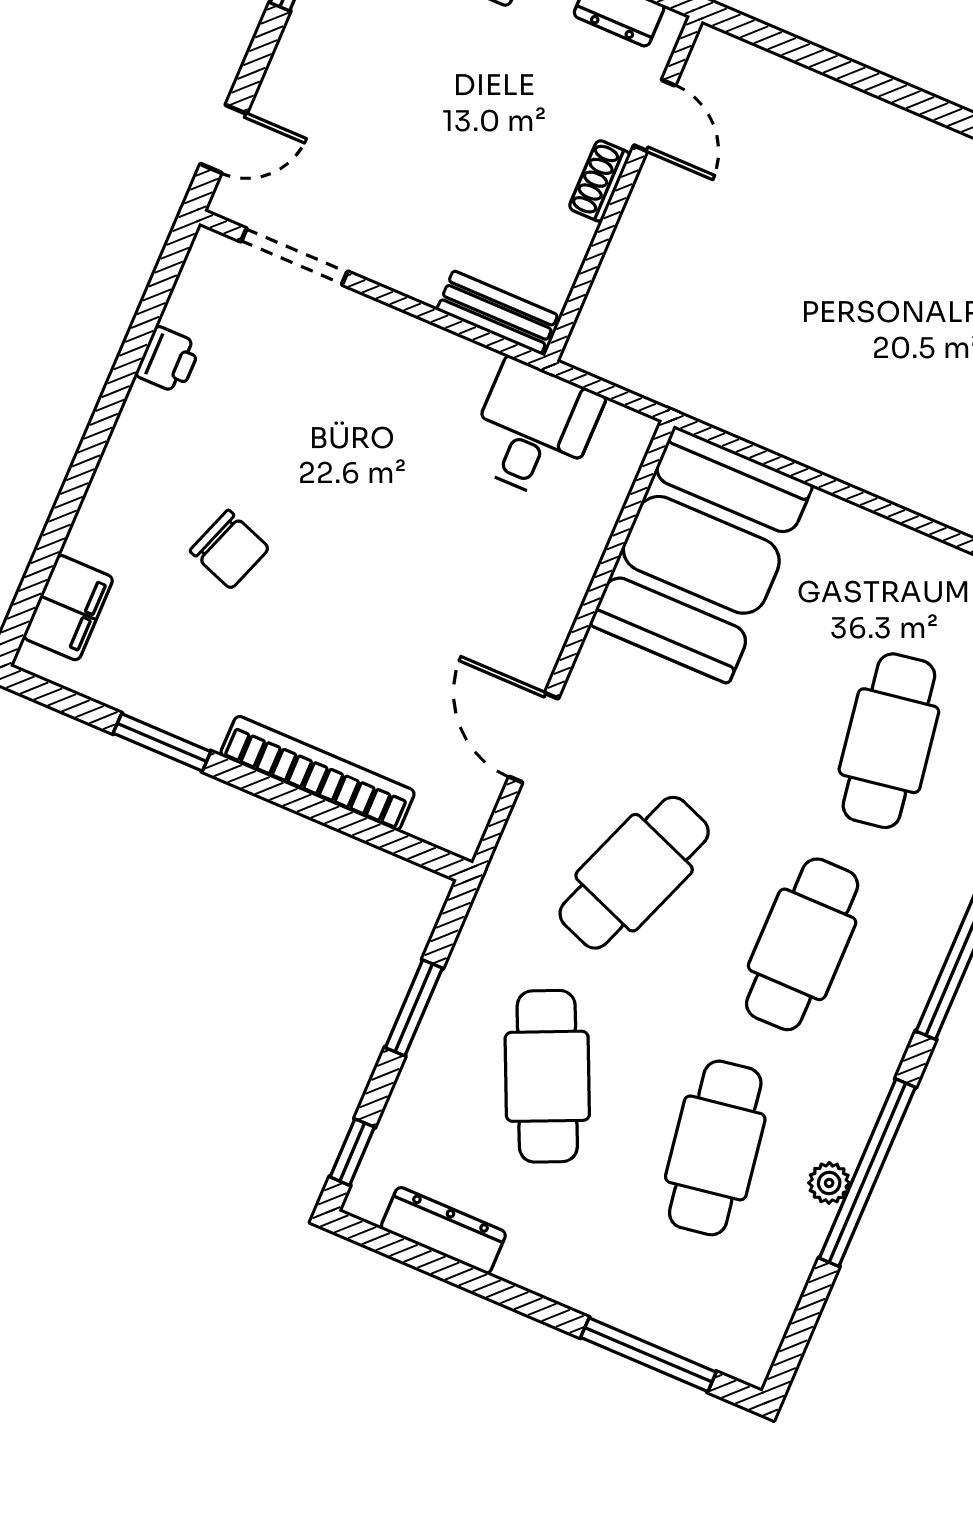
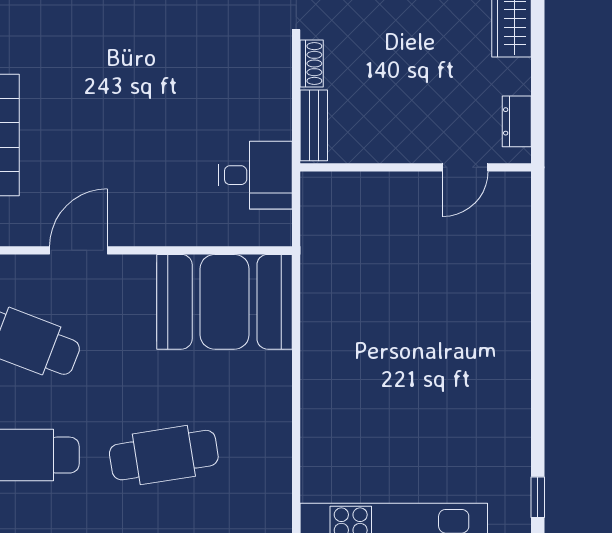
shoe rack: (600, 181) -> (312, 63), moved, turned 90
chair: (230, 549) -> (112, 30), removed

